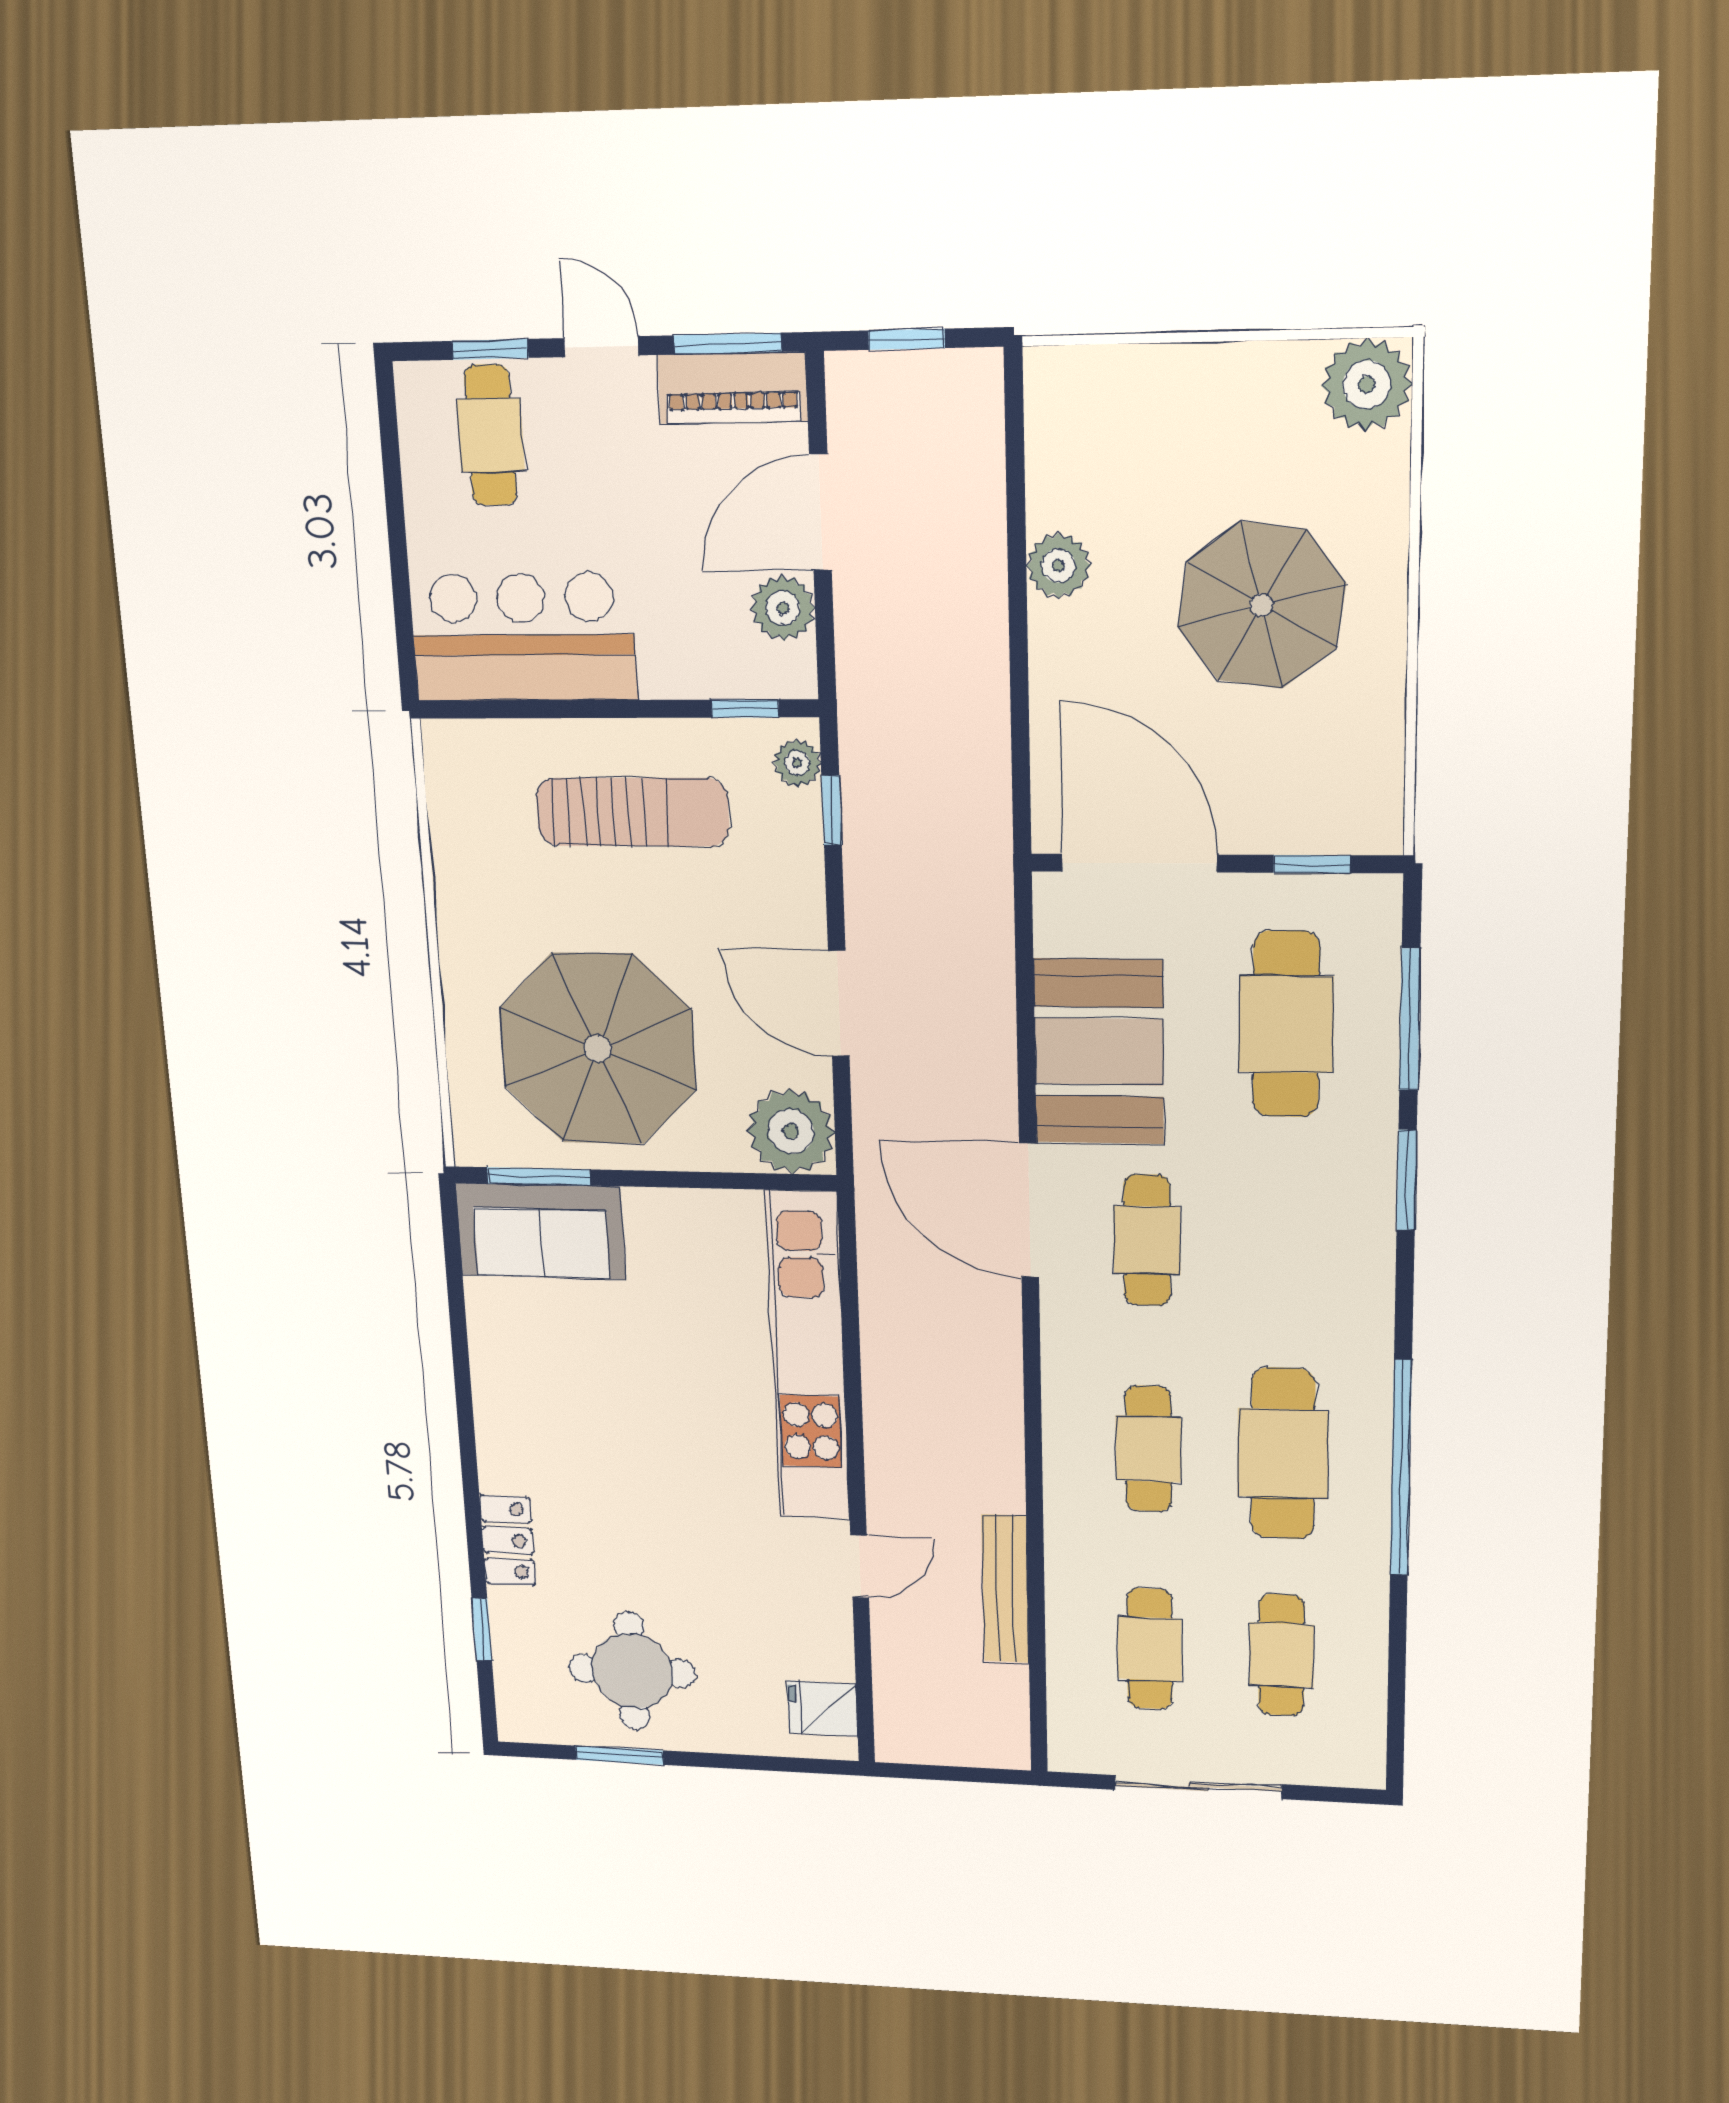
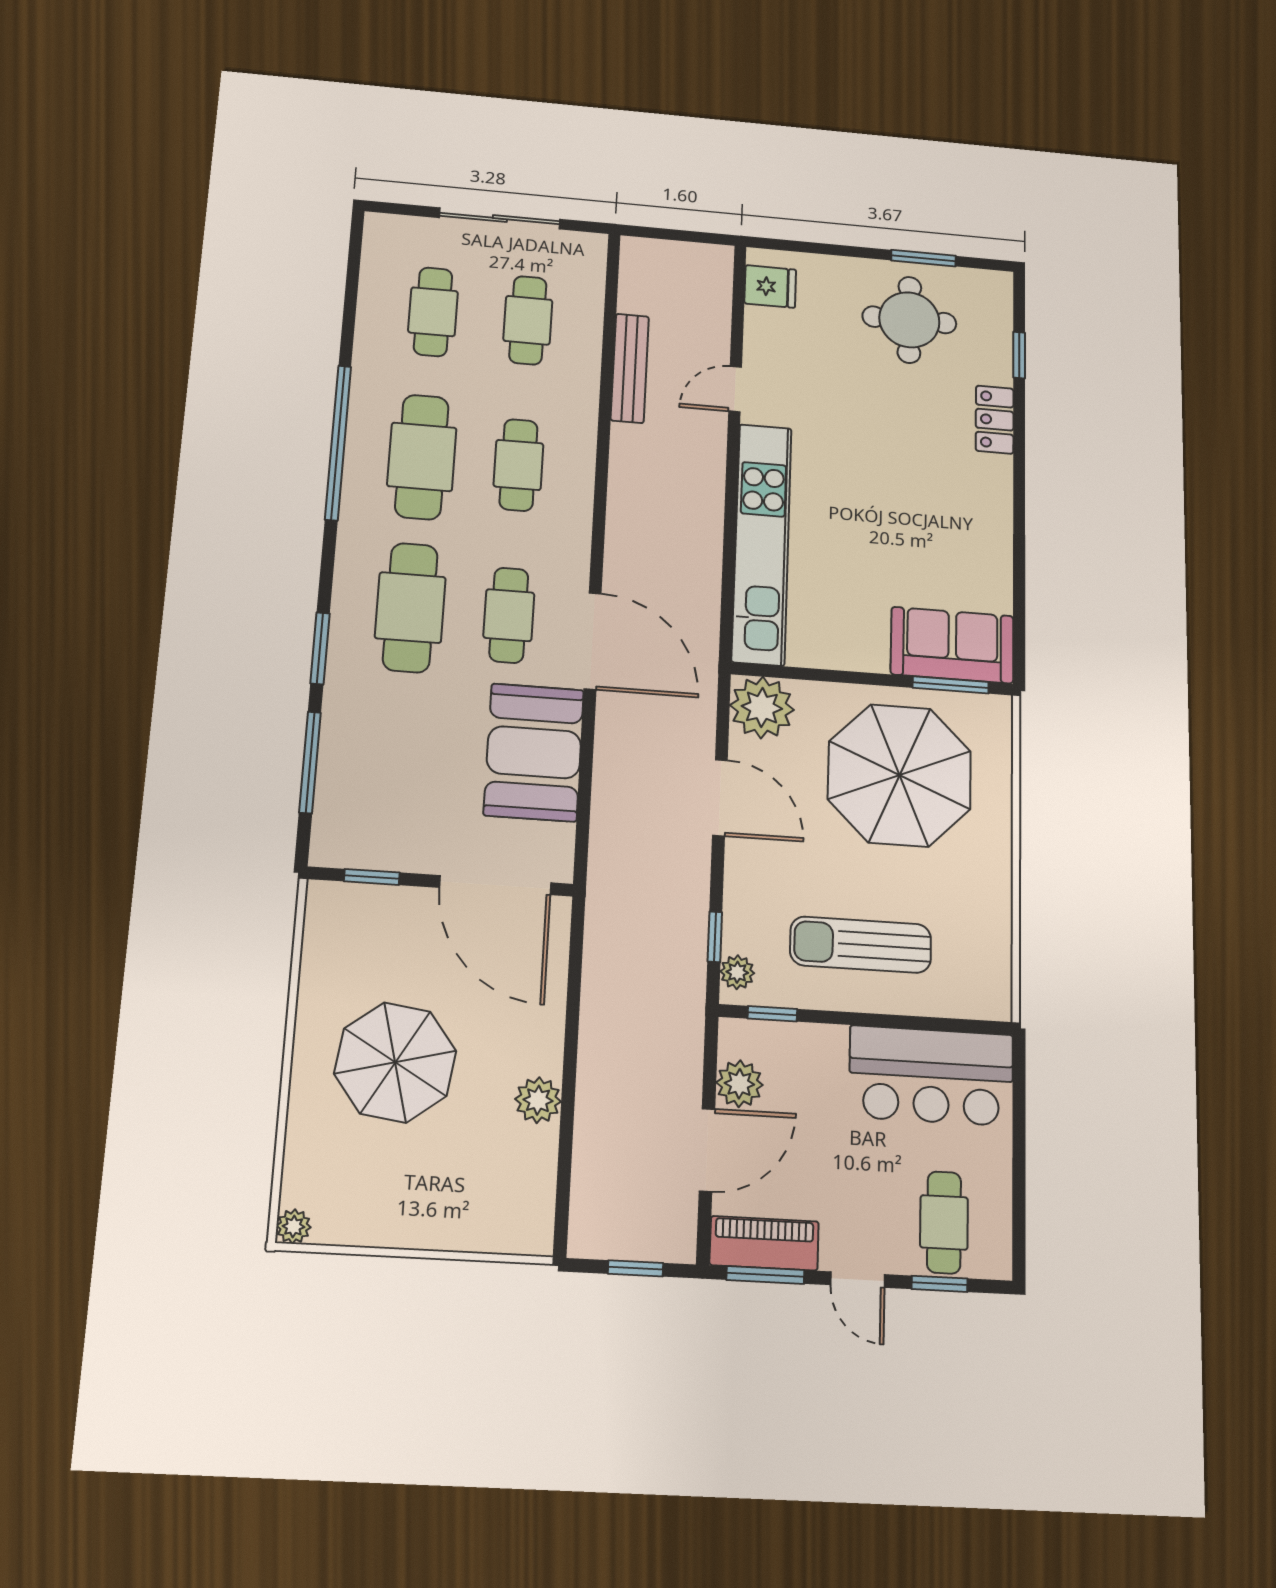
plant: (1367, 385) -> (294, 1226), width x0.53, depth x0.53
cafe table: (1286, 1024) -> (410, 608), moved

